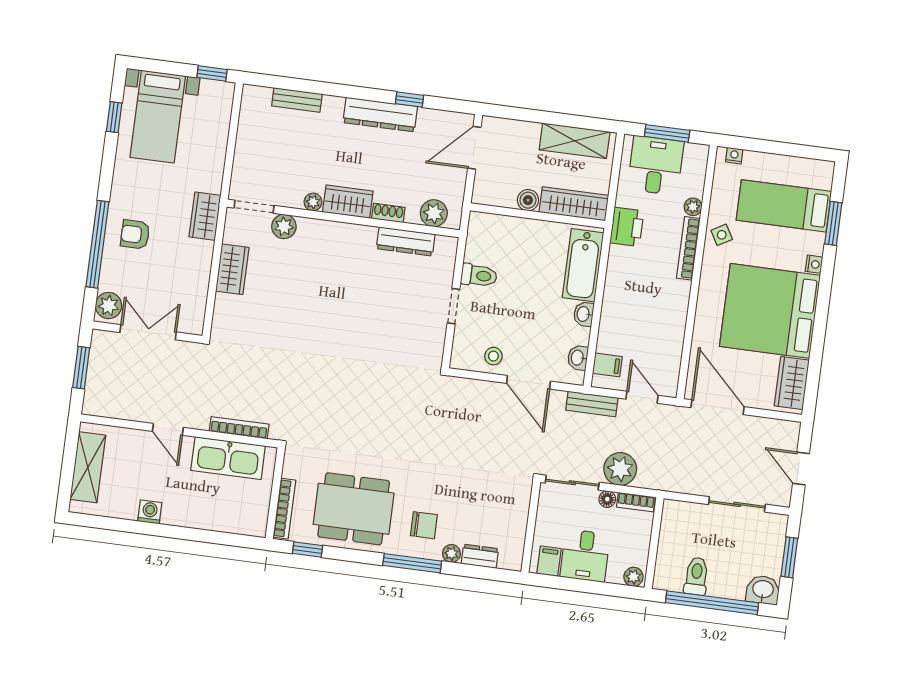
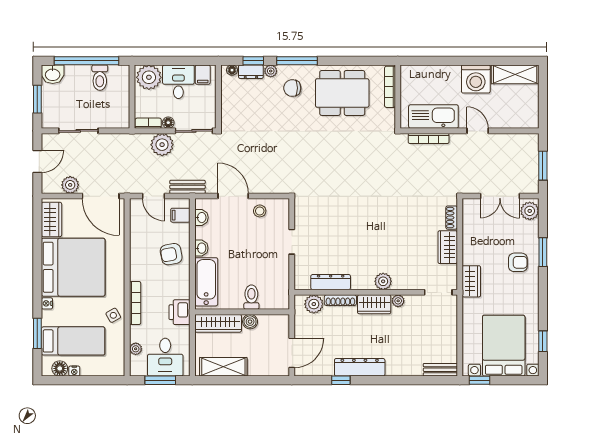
bench: (297, 100) -> (440, 370), moved
bed with nightstands: (158, 117) -> (504, 346), width x1.36
nightstand: (734, 156) -> (74, 371), moved
floor lamp: (808, 169) -> (60, 368), added
plant: (693, 207) -> (136, 349), moved
shoe rack: (388, 213) -> (340, 300), width x1.43
plant: (284, 226) -> (383, 281), moved
window: (97, 244) -> (543, 252), width x0.47
toilet: (479, 275) -> (251, 297), moved, turned 90
shoe rack: (221, 311) -> (452, 218), added
armchair: (628, 311) -> (171, 254), added
plant: (759, 429) -> (70, 185), added
shelving: (88, 467) -> (515, 74), moved, turned 90
door: (801, 468) -> (37, 161), hinge flipped
washing machine: (150, 512) -> (476, 79), width x1.89, depth x1.89
window: (308, 550) -> (253, 61), moved
floor lamp: (506, 562) -> (232, 70), added
plant: (633, 577) -> (149, 77), width x1.87, depth x1.87

